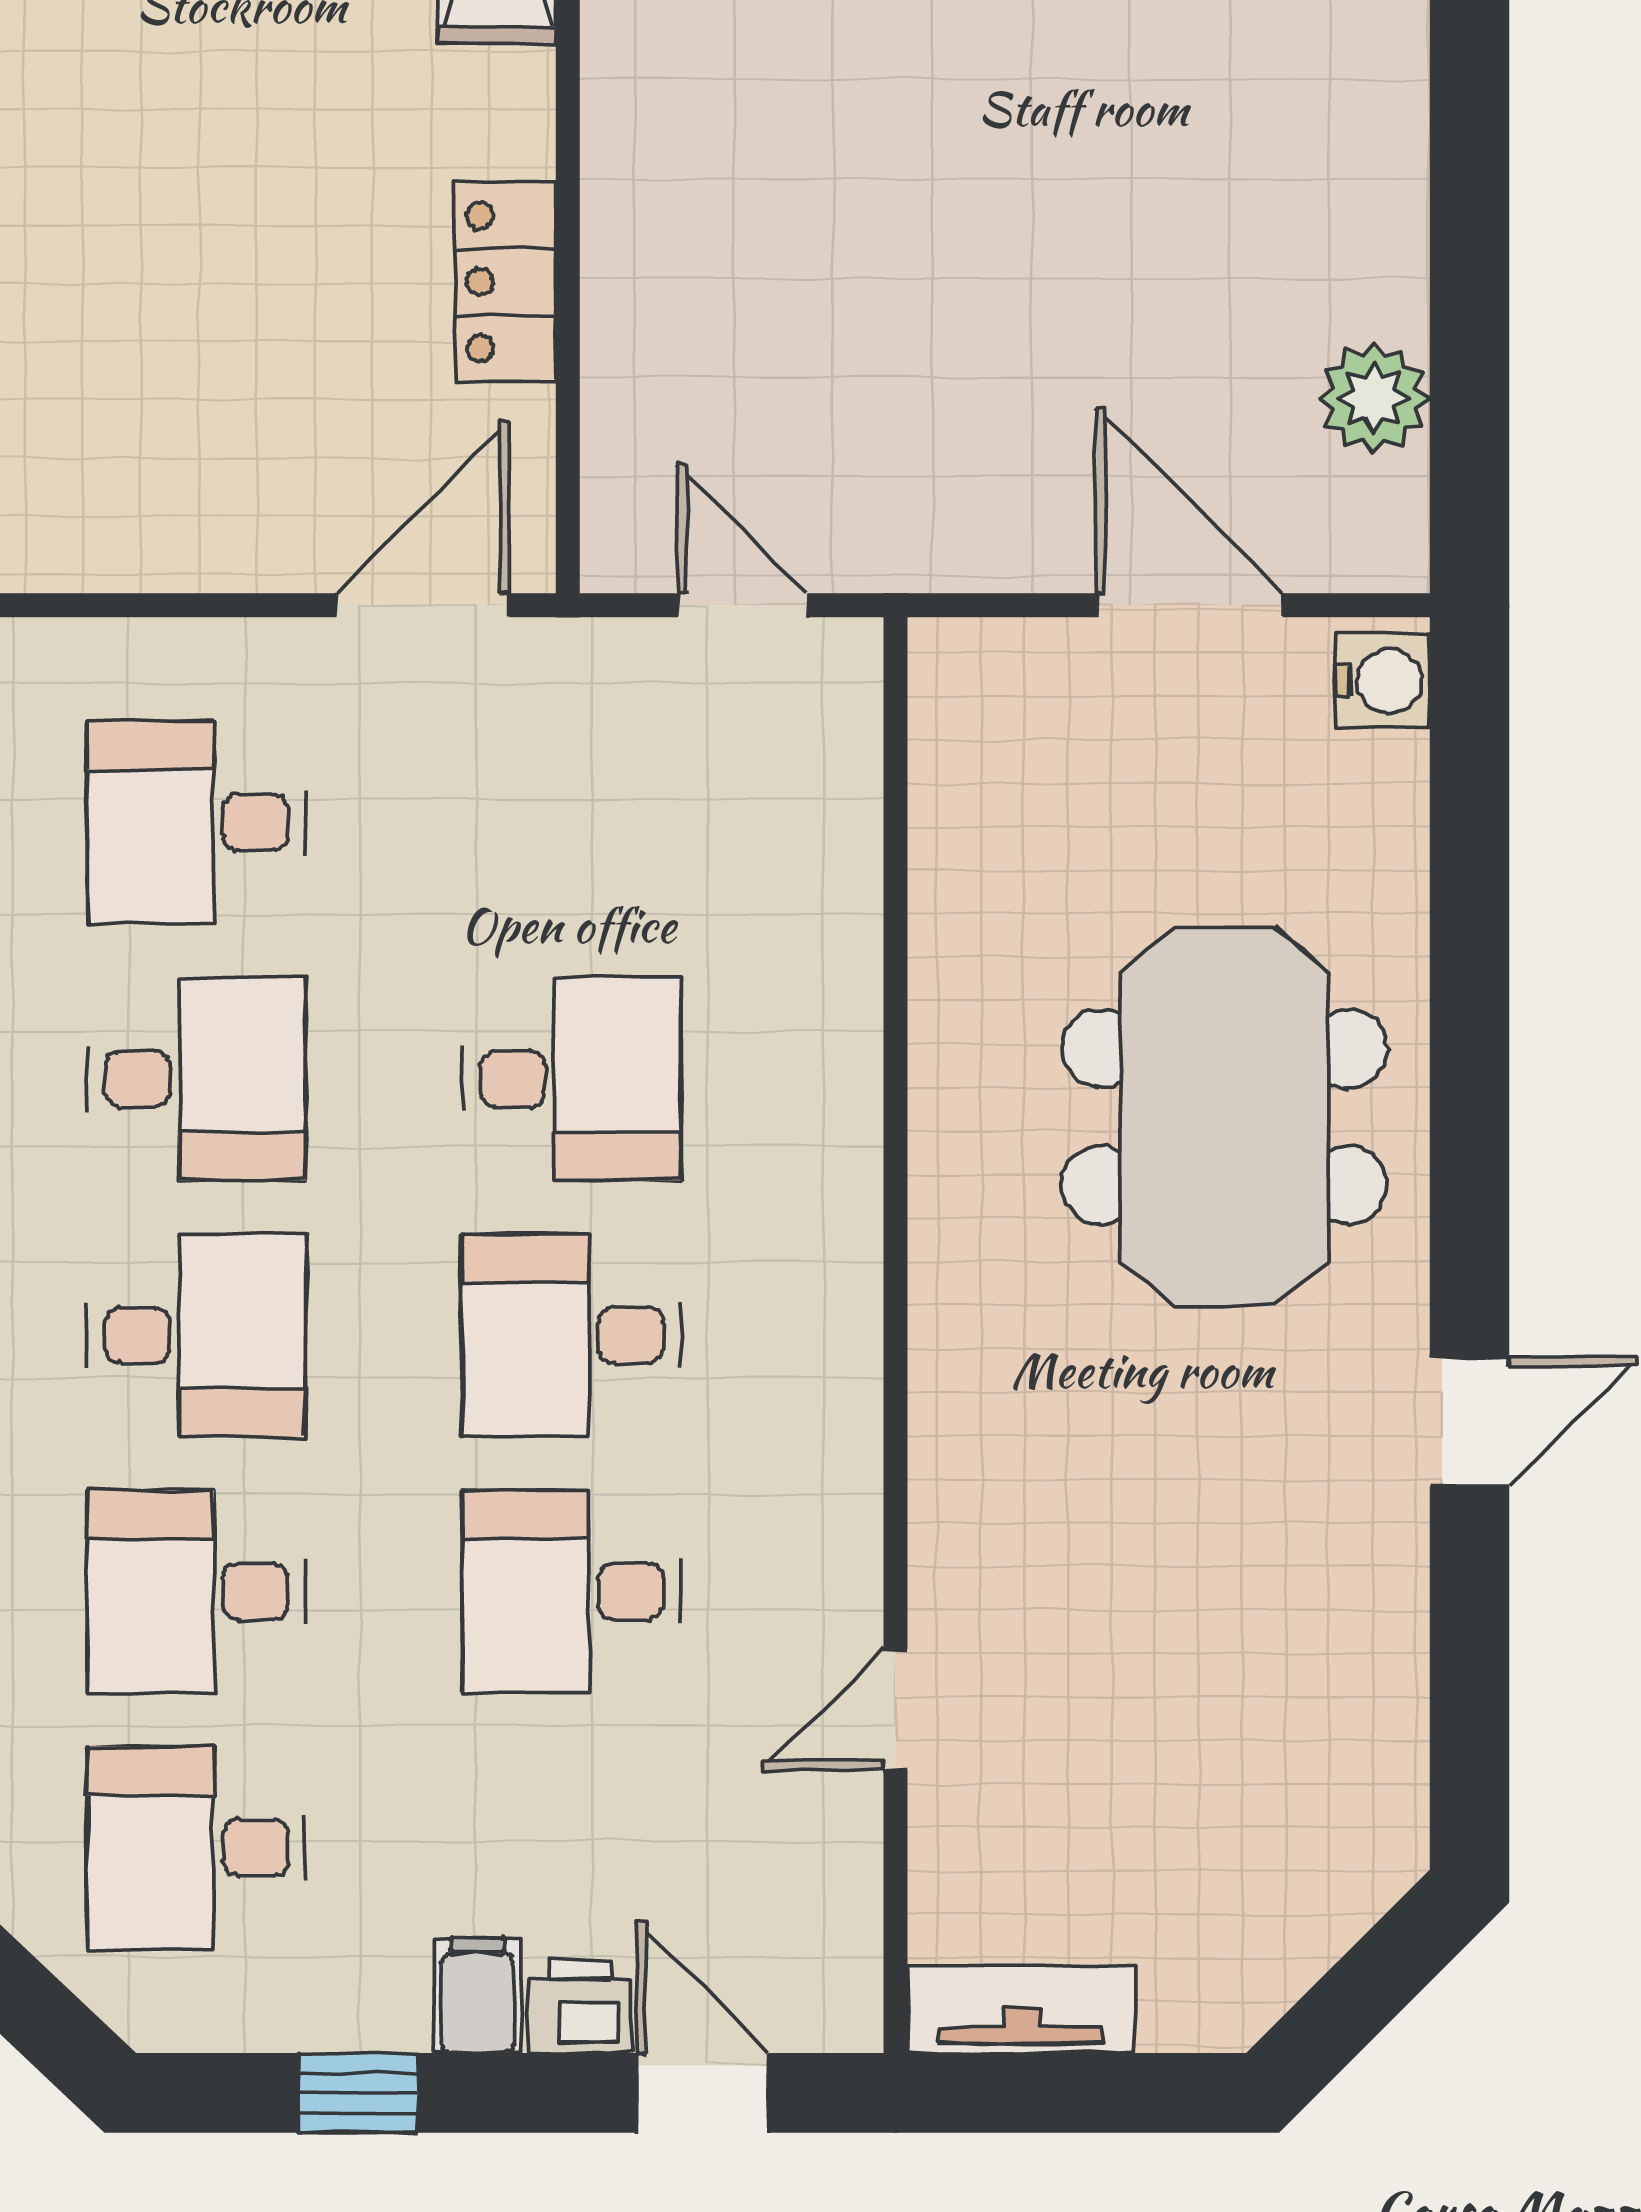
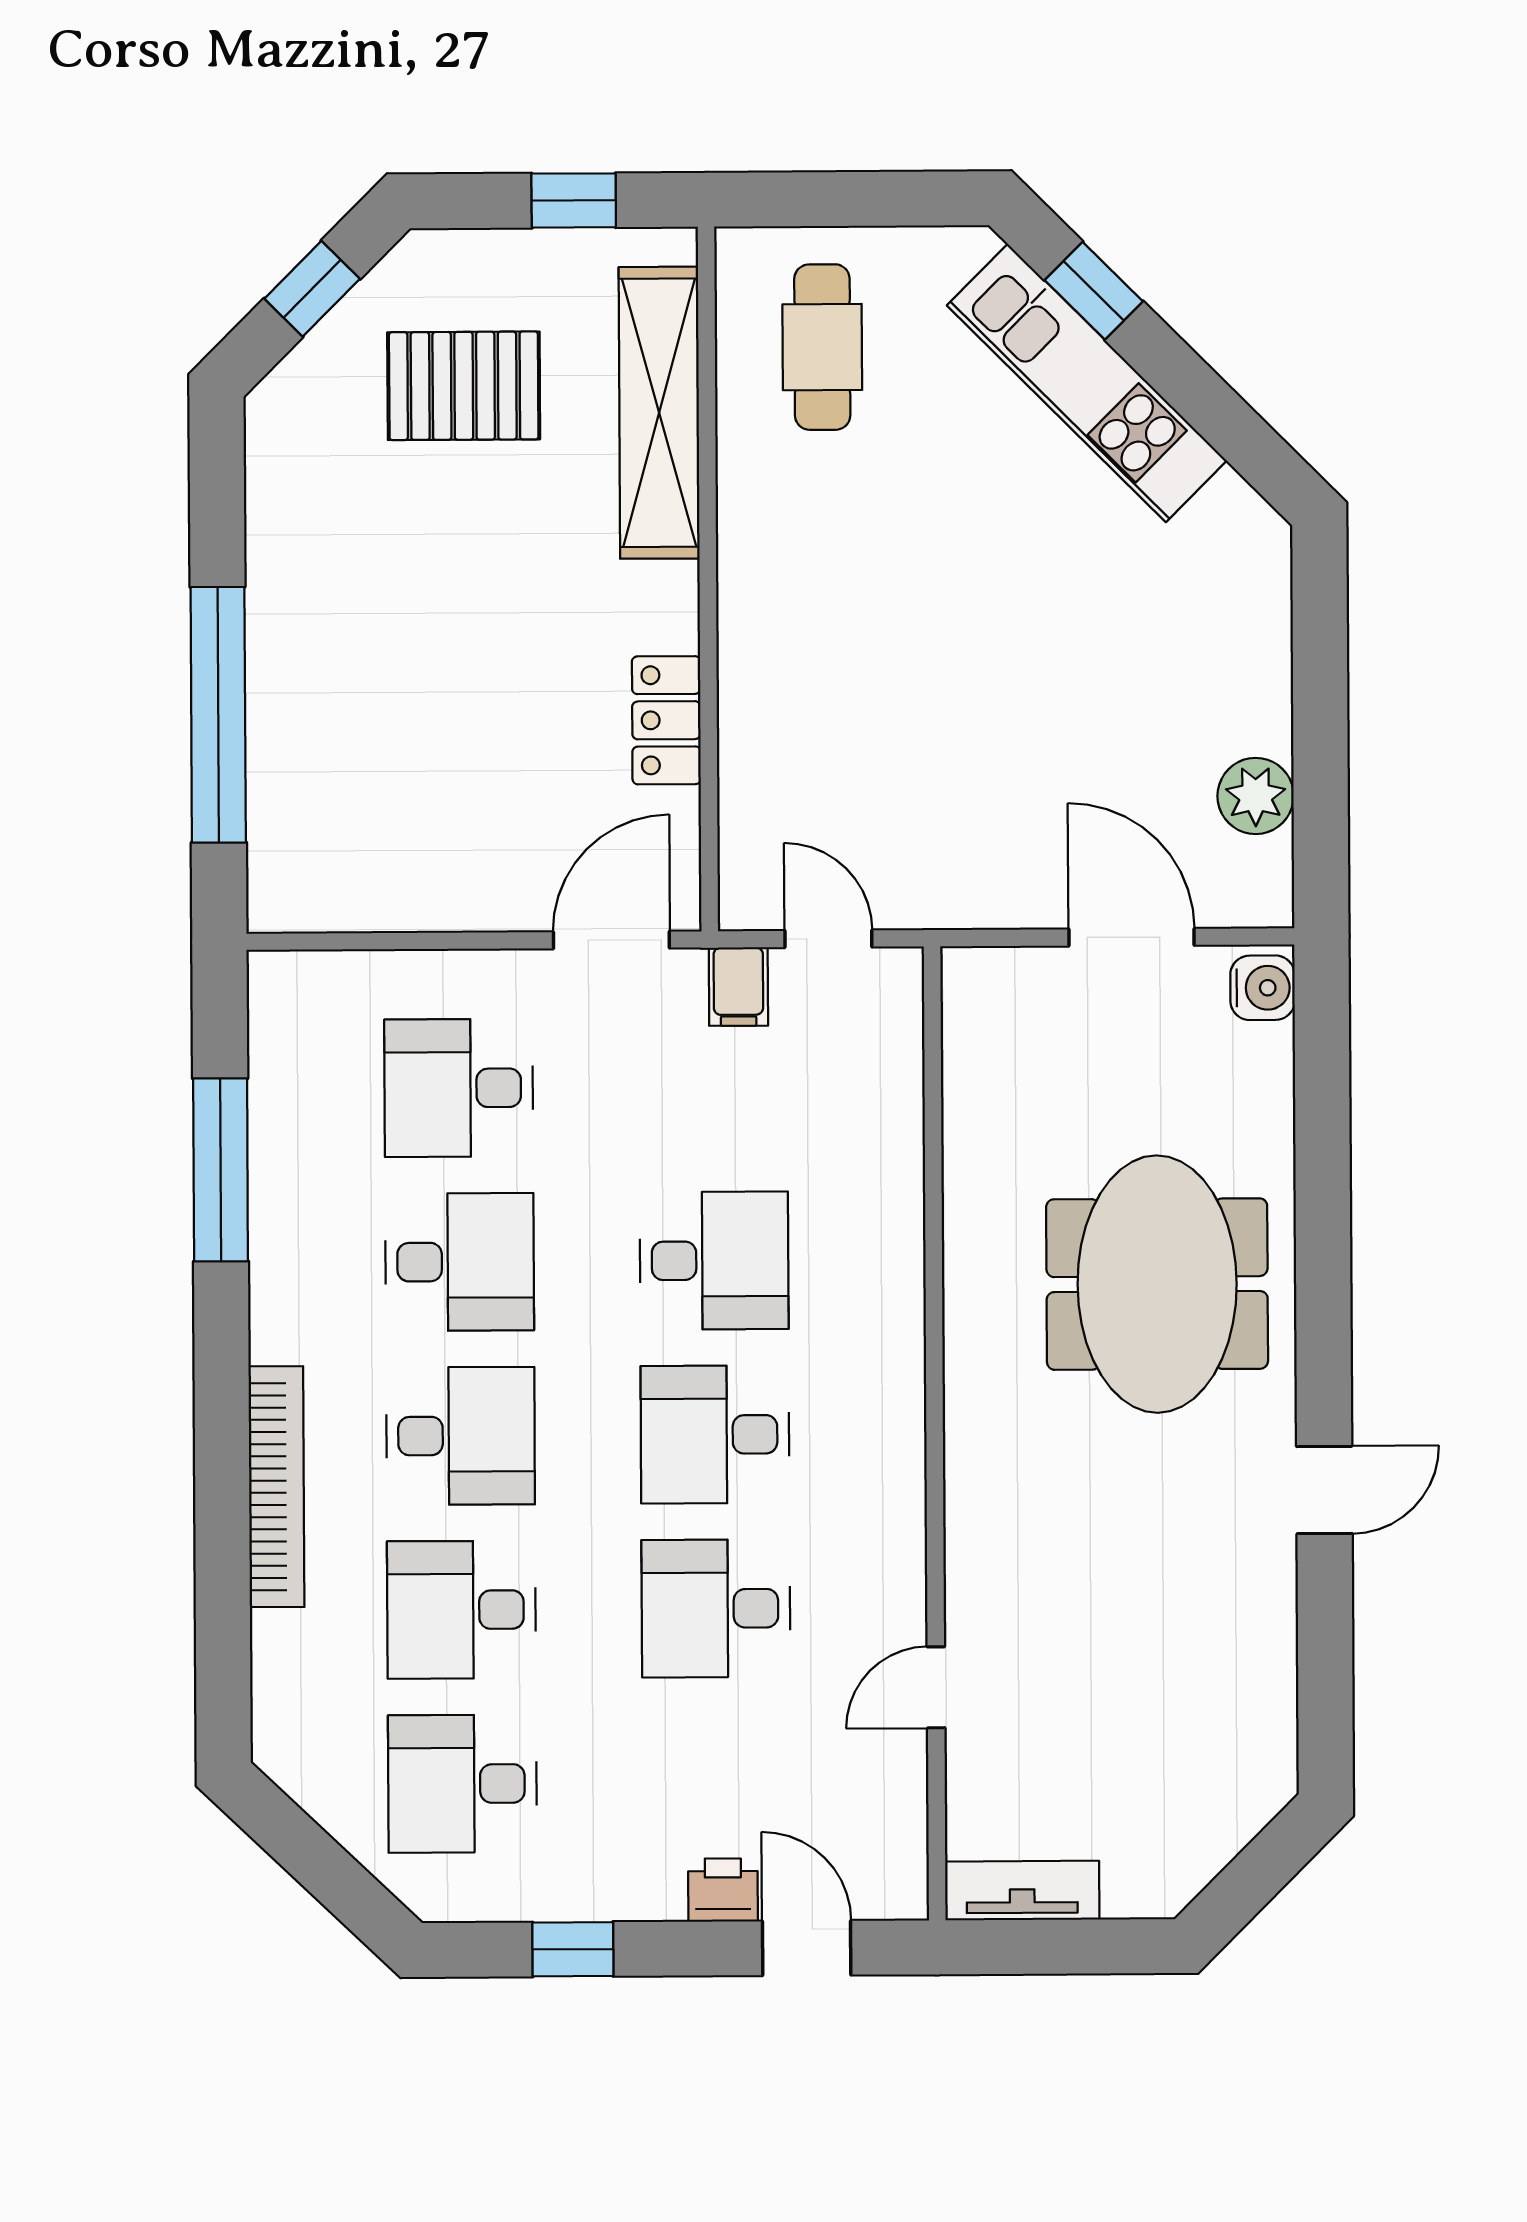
filing cabinet: (477, 1995) -> (738, 987), moved, turned 180

